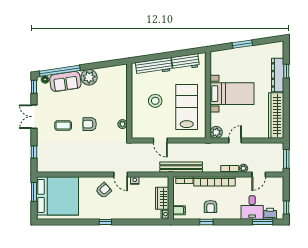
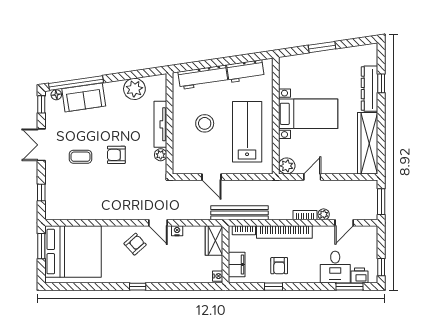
plant: (89, 77) -> (134, 89), moved
tv unit: (122, 101) -> (160, 124), added
wardrobe: (162, 198) -> (214, 241), moved
filing cabinet: (179, 210) -> (237, 265), width x2.00

